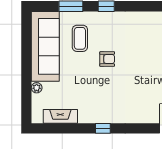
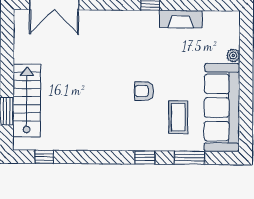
fireplace: (60, 116) -> (181, 19), moved

